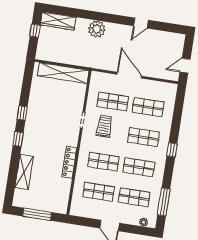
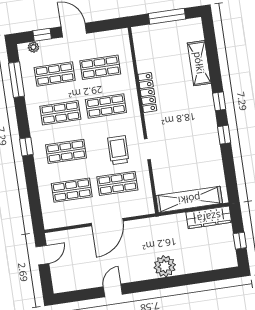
wardrobe: (58, 21) -> (209, 217), moved, turned 180
door: (129, 75) -> (107, 222), hinge flipped
trolley: (104, 126) -> (118, 150), turned 180
window: (134, 229) -> (42, 35), added

